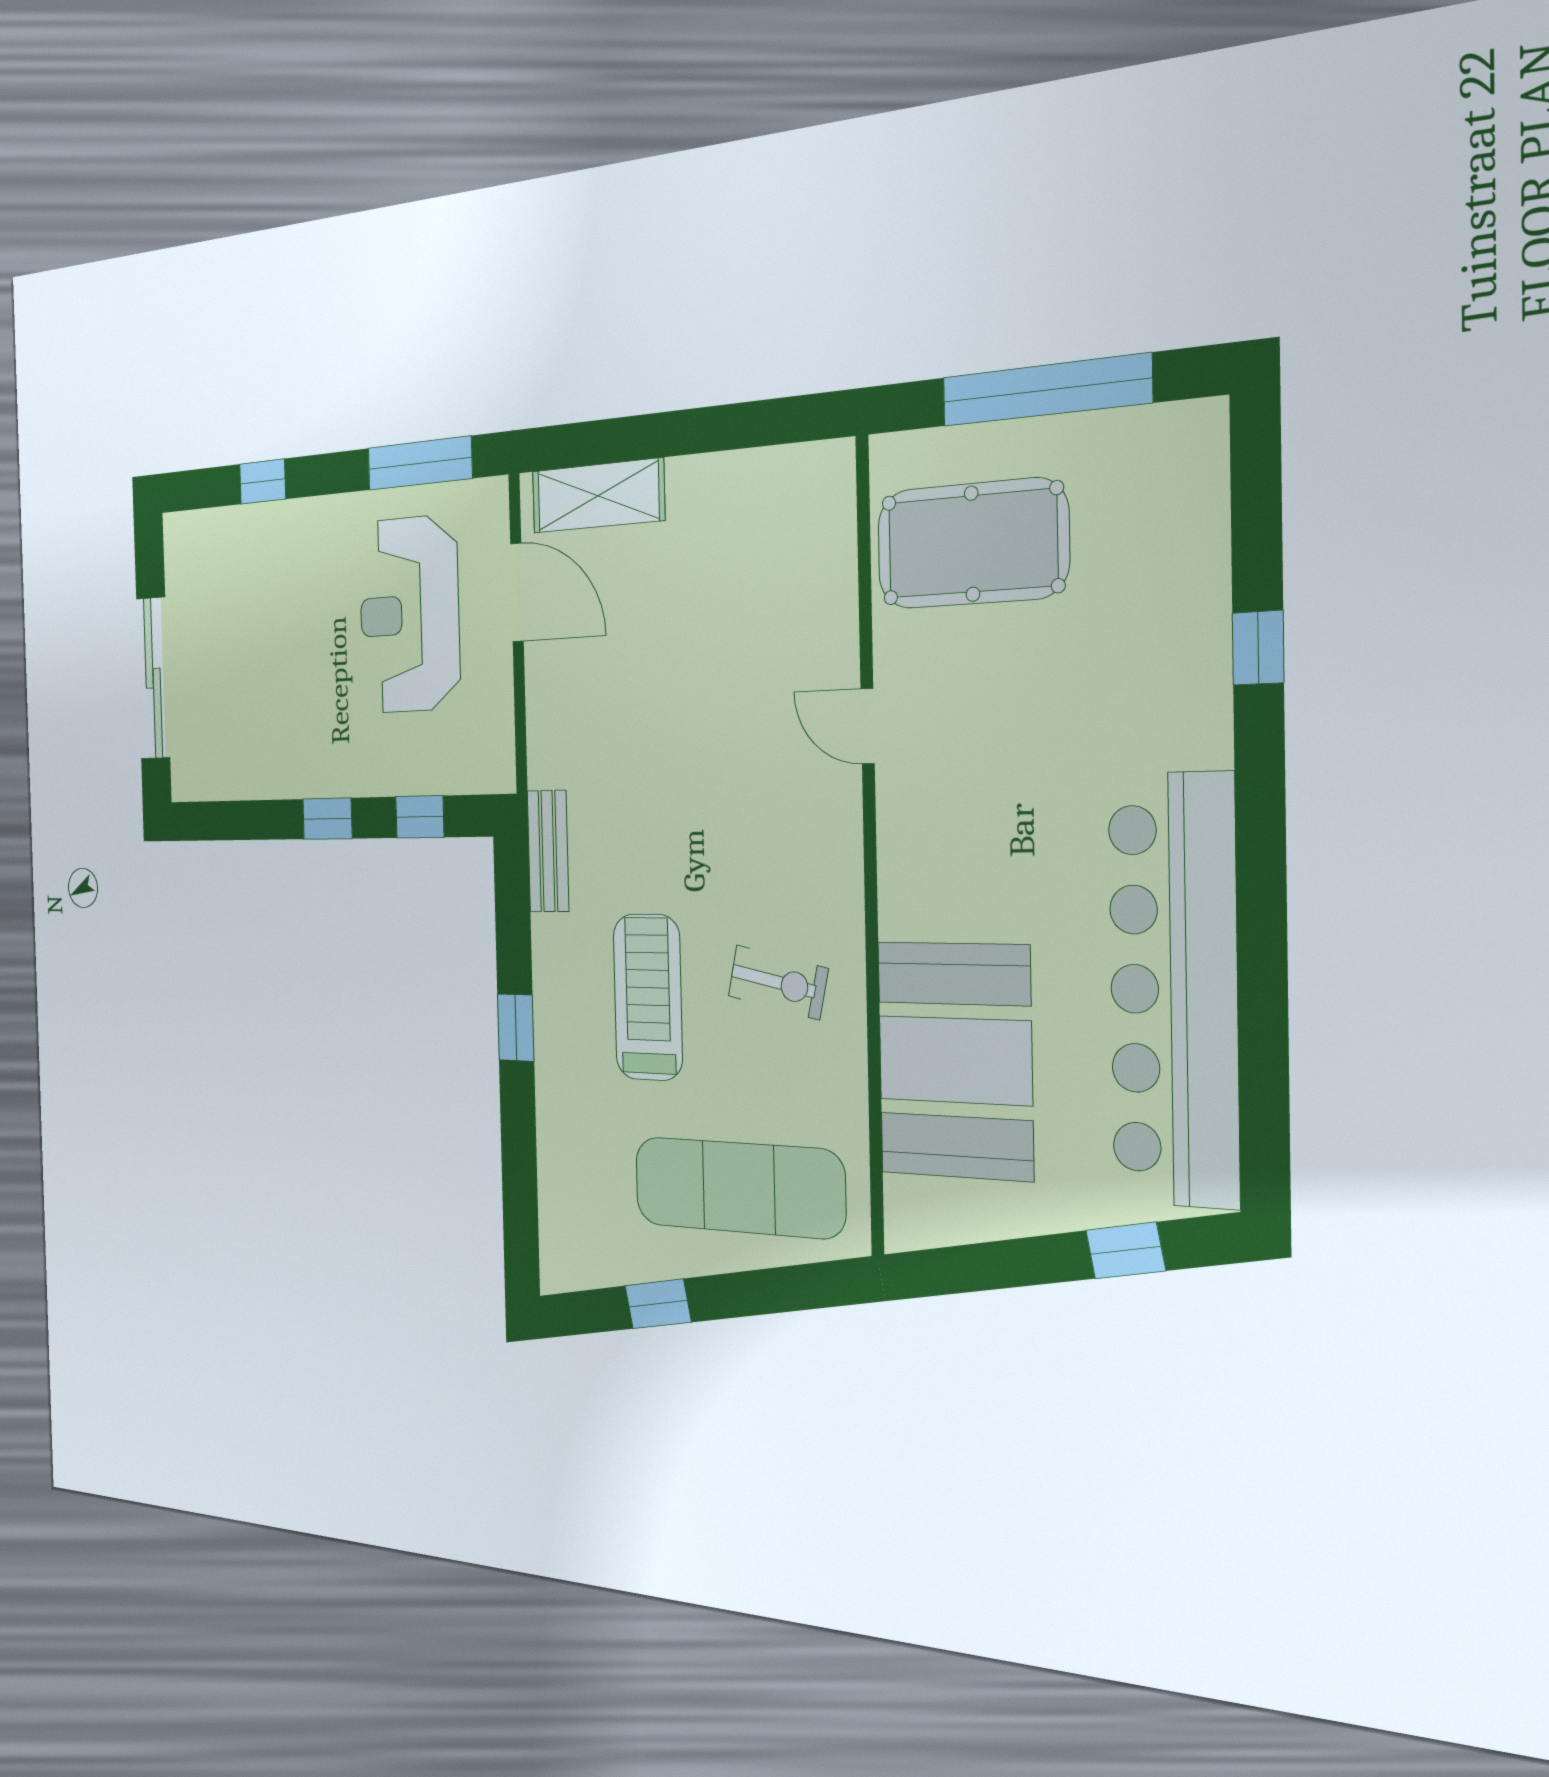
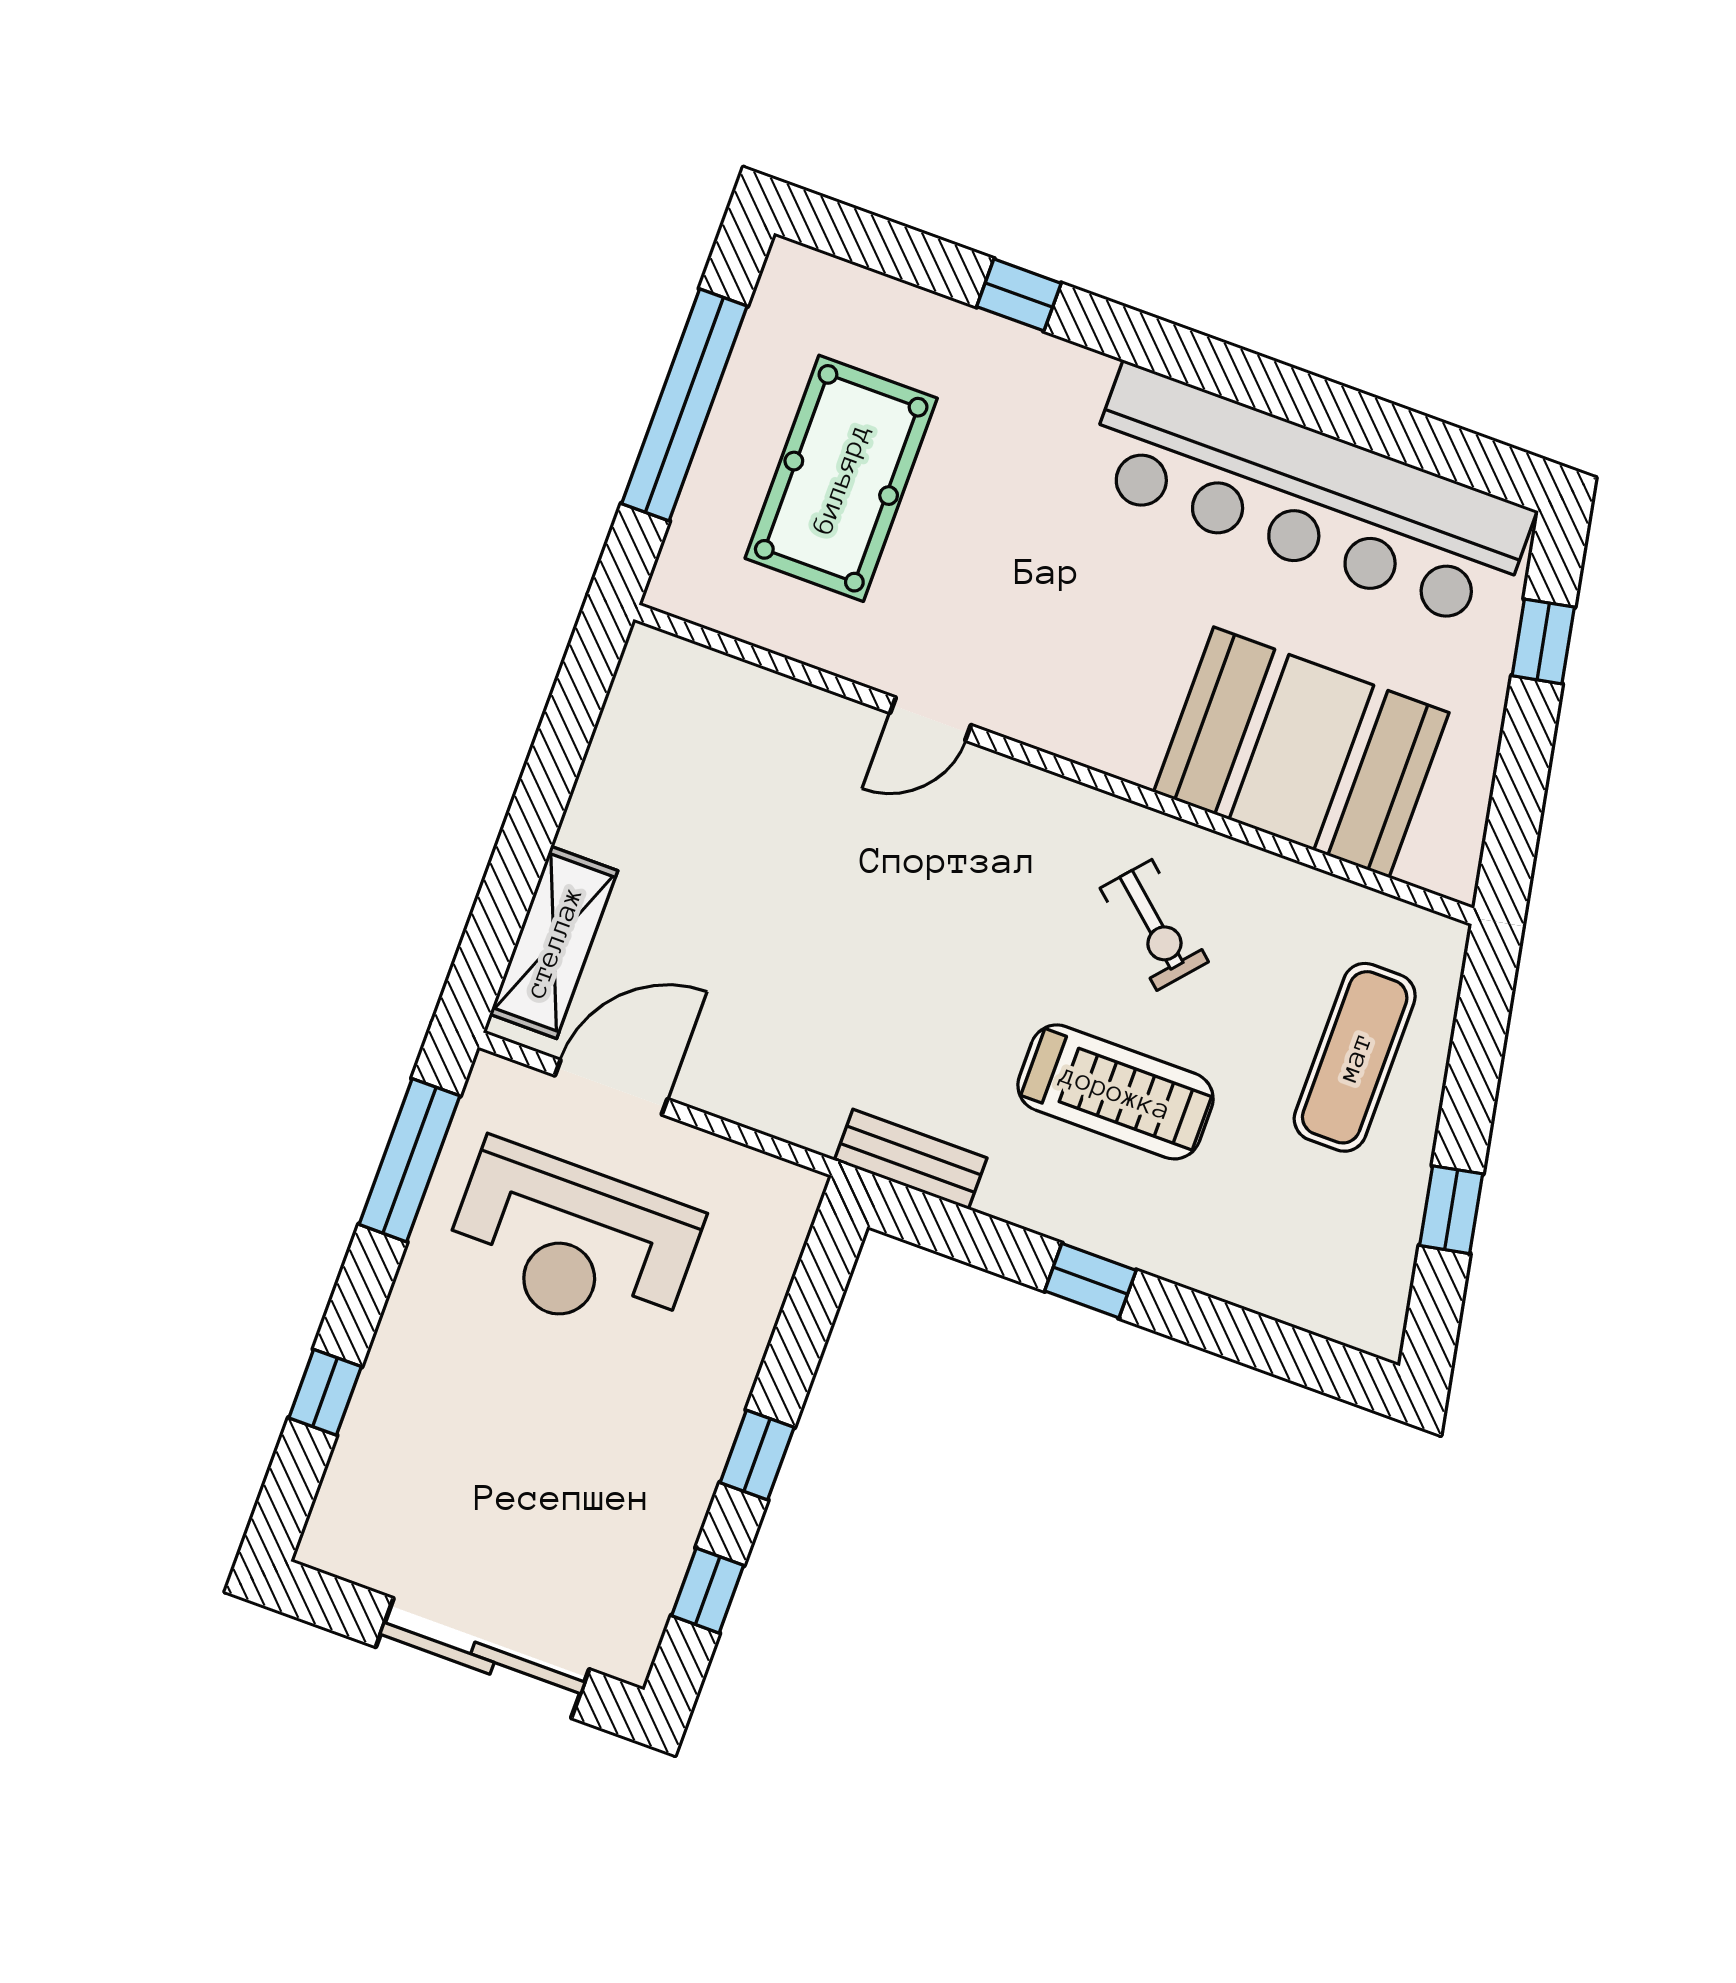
pool table: (972, 544) -> (841, 478), moved
window: (420, 817) -> (708, 1591), moved
exercise bike: (778, 982) -> (1154, 925), turned 119
treadmill: (648, 997) -> (1116, 1092), turned 180
exercise mat: (739, 1187) -> (1355, 1057), width x0.73, depth x0.69

